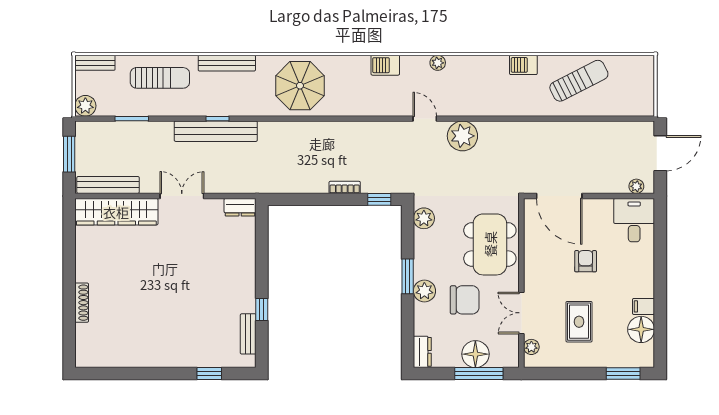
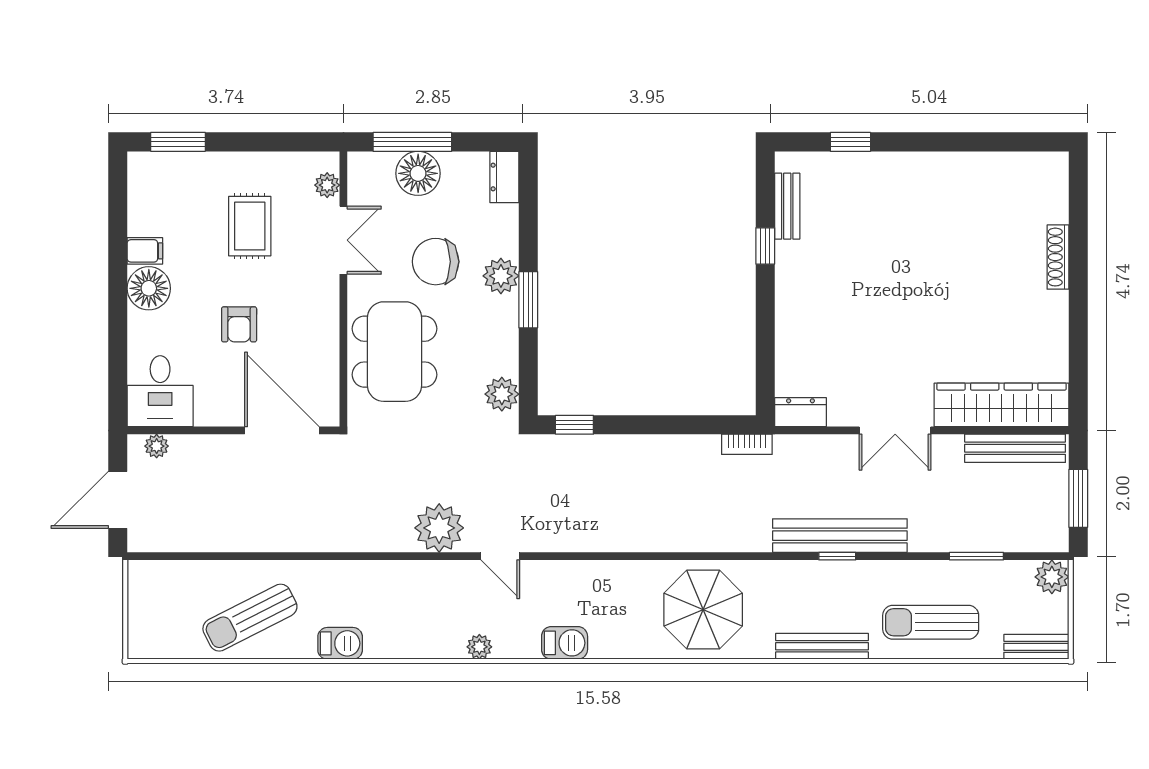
bookcase: (345, 187) -> (747, 444), moved
floor lamp: (641, 329) -> (149, 288), moved

